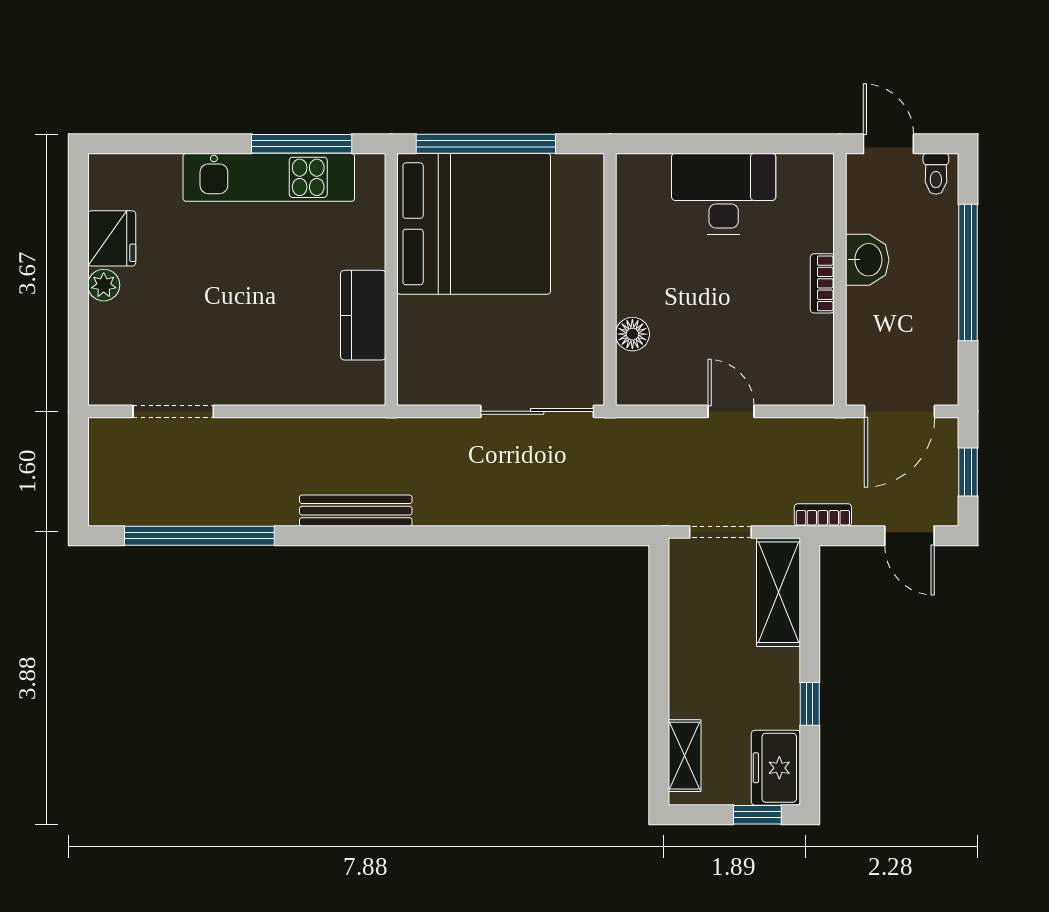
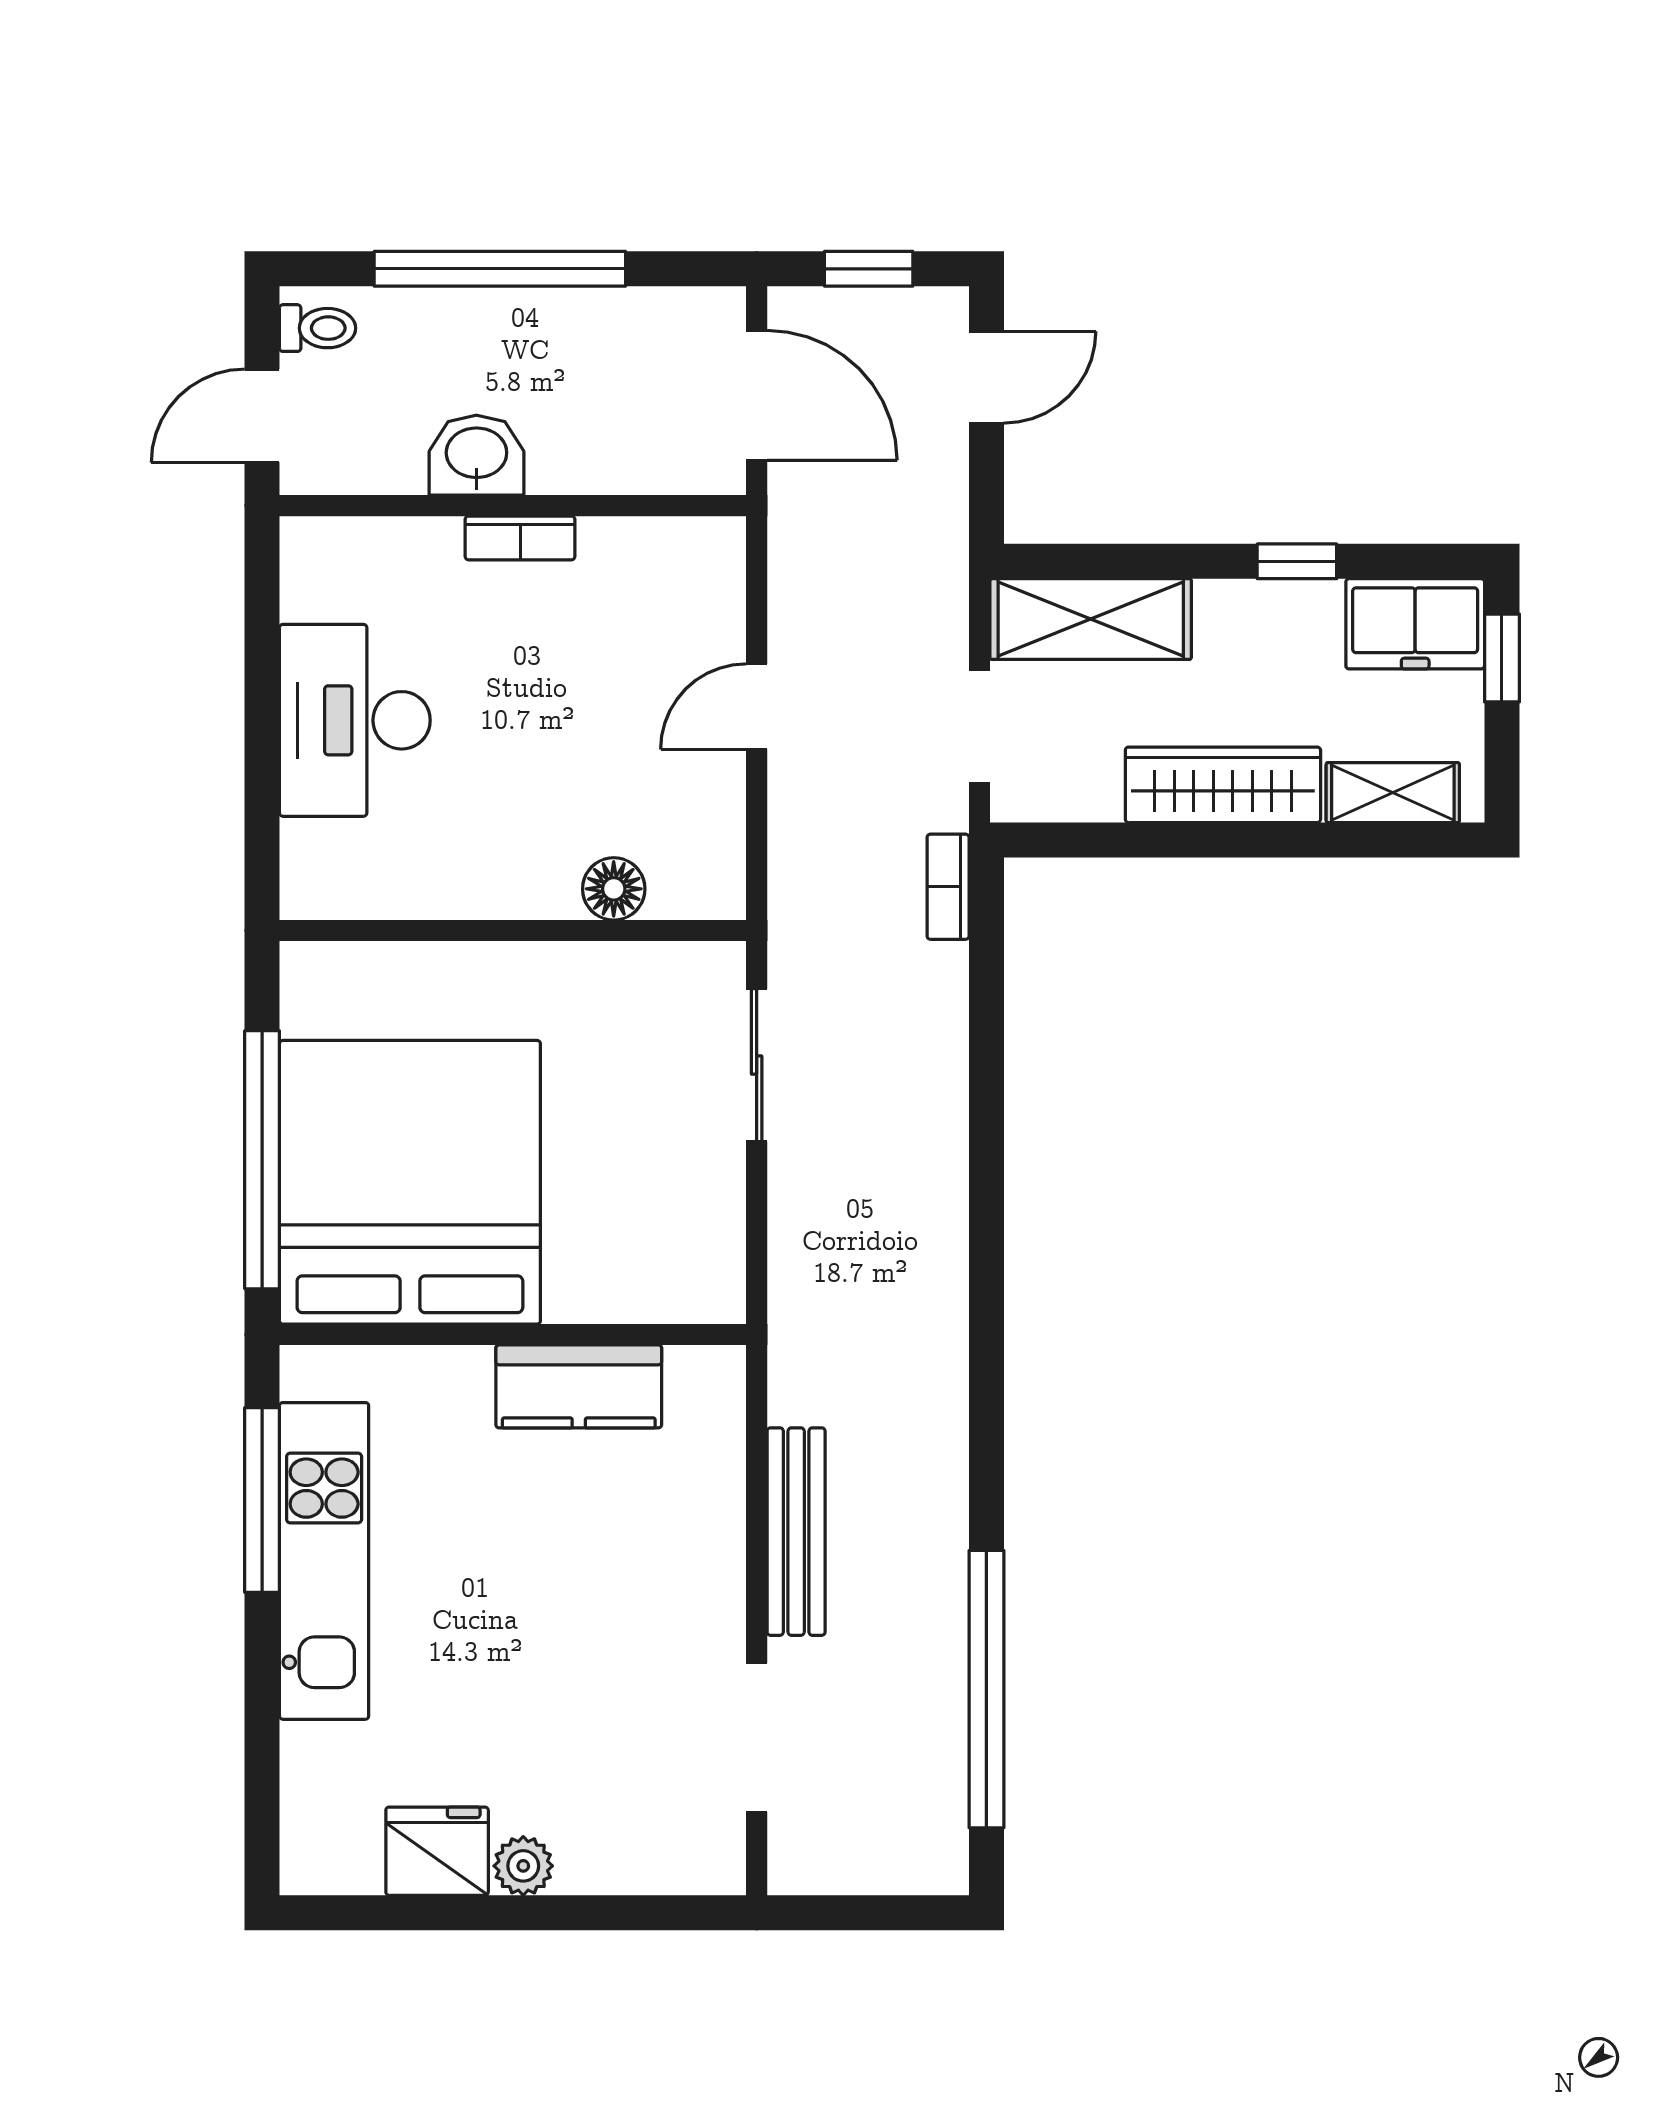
sliding door: (537, 411) -> (757, 1065), width x0.73
bench: (356, 511) -> (796, 1532), moved
bookcase: (823, 515) -> (948, 887), moved
wardrobe: (689, 664) -> (1223, 785), added

